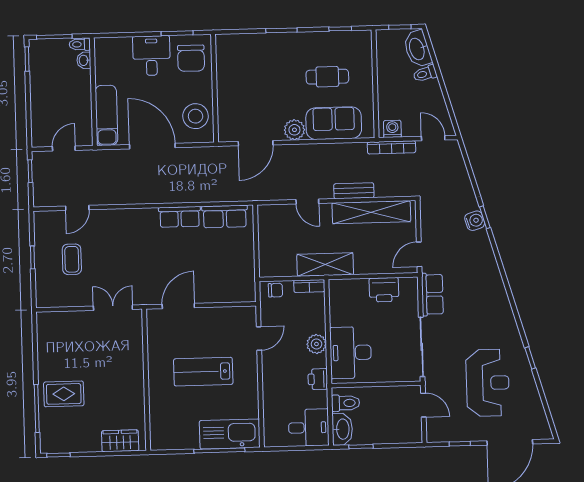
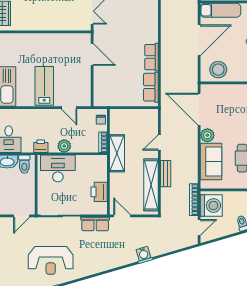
washing machine: (392, 129) -> (211, 206), width x1.89, depth x1.89
door: (256, 143) -> (199, 109), width x1.36
lab bench: (203, 372) -> (44, 86), moved
reception desk: (488, 383) -> (51, 260), moved

